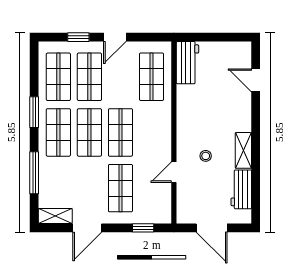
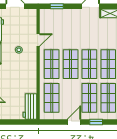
shop shelf: (120, 188) -> (52, 64), moved

